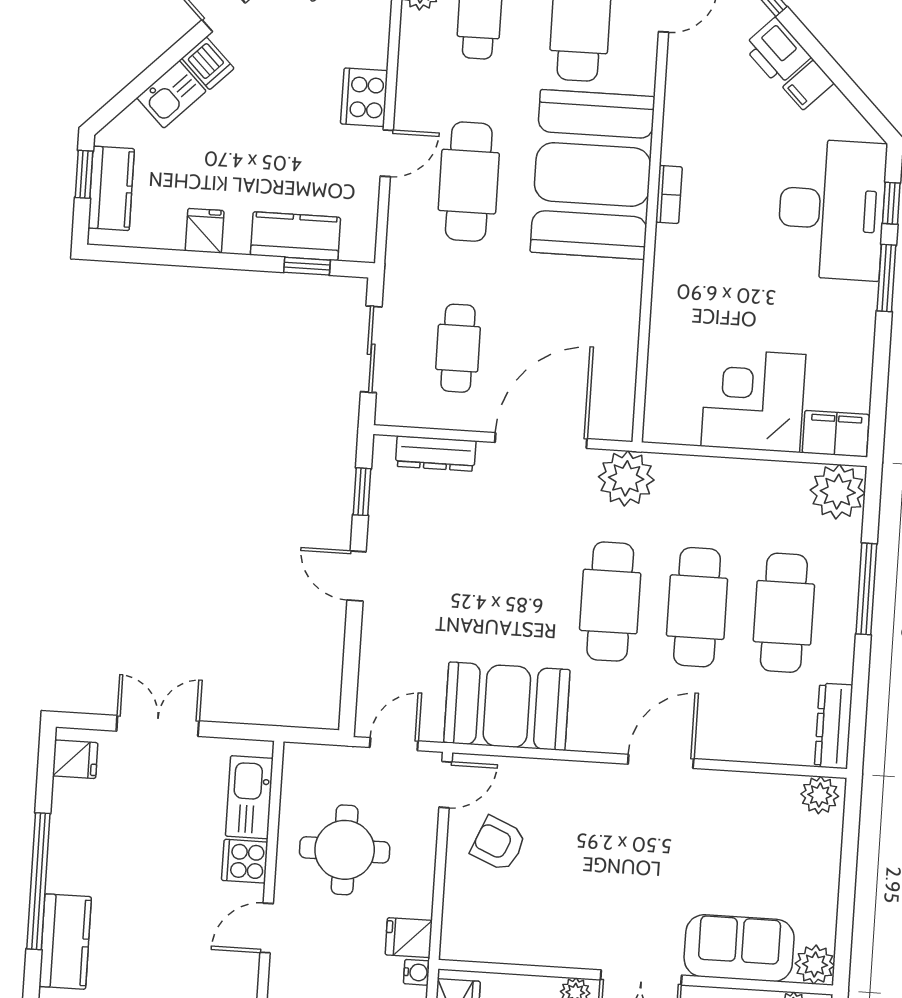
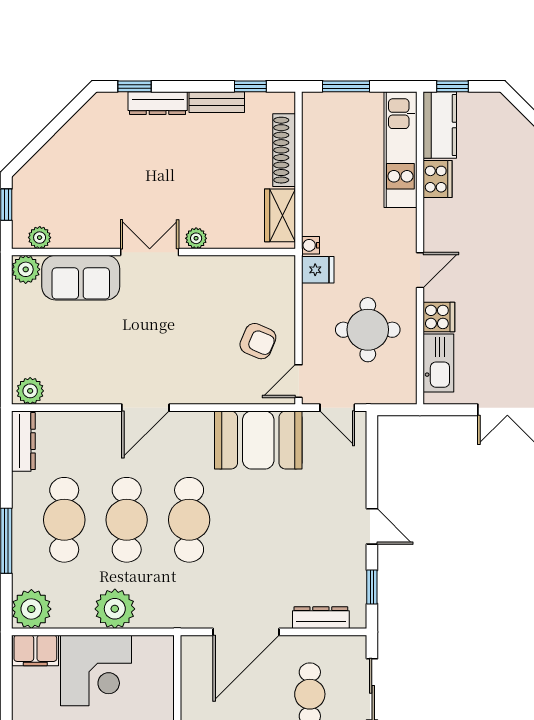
plant: (626, 478) -> (115, 609), moved
door: (394, 744) -> (337, 408), hinge flipped

